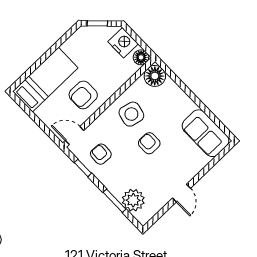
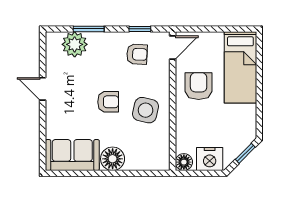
floor lamp: (155, 76) -> (113, 159), moved

